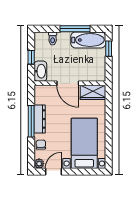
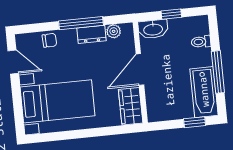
dresser: (40, 119) -> (91, 34), width x0.70
plant: (39, 164) -> (114, 31), moved

